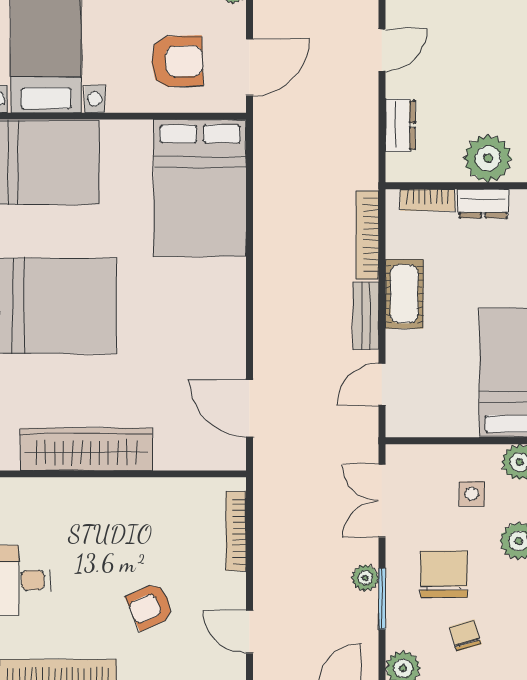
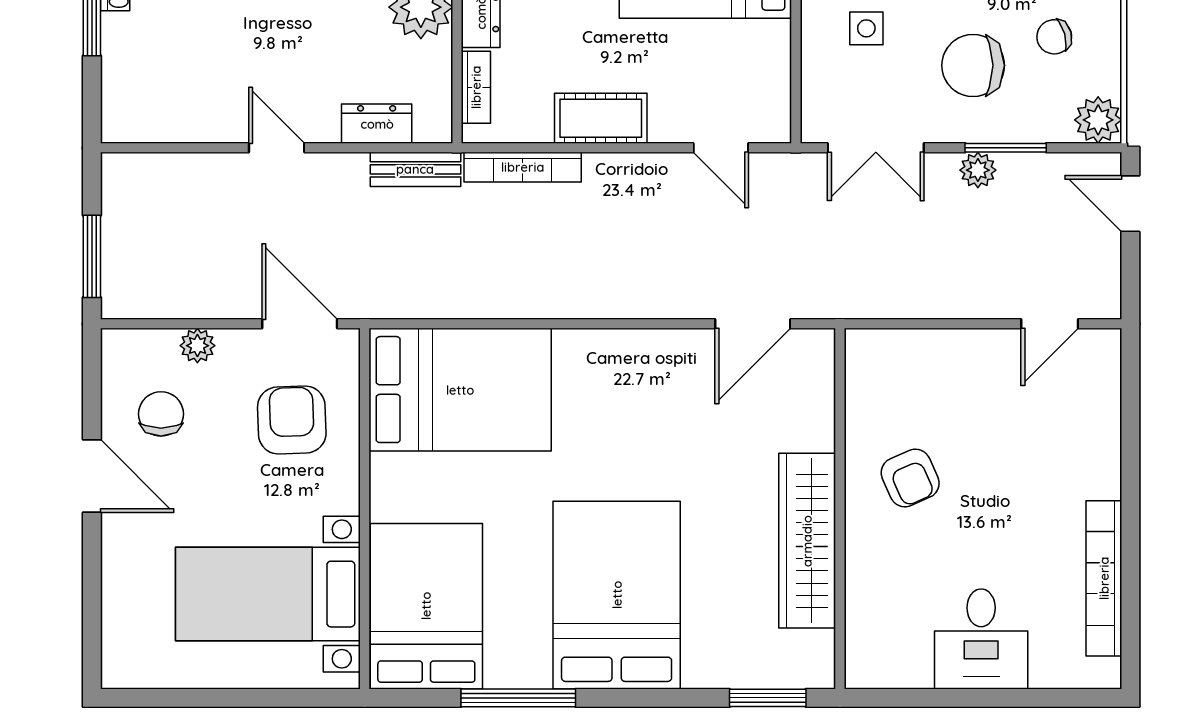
bench: (366, 316) -> (415, 169), moved
bookcase: (236, 531) -> (916, 342), removed
armchair: (150, 606) -> (910, 478), moved

